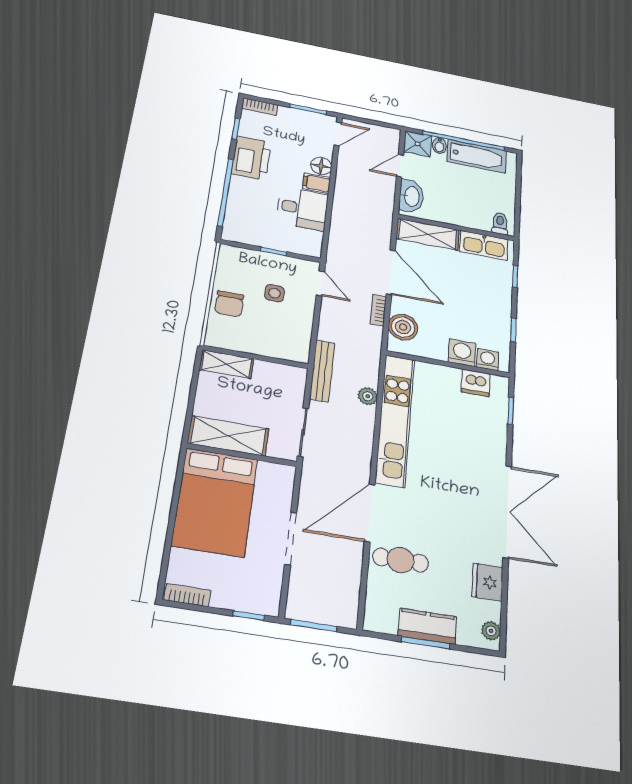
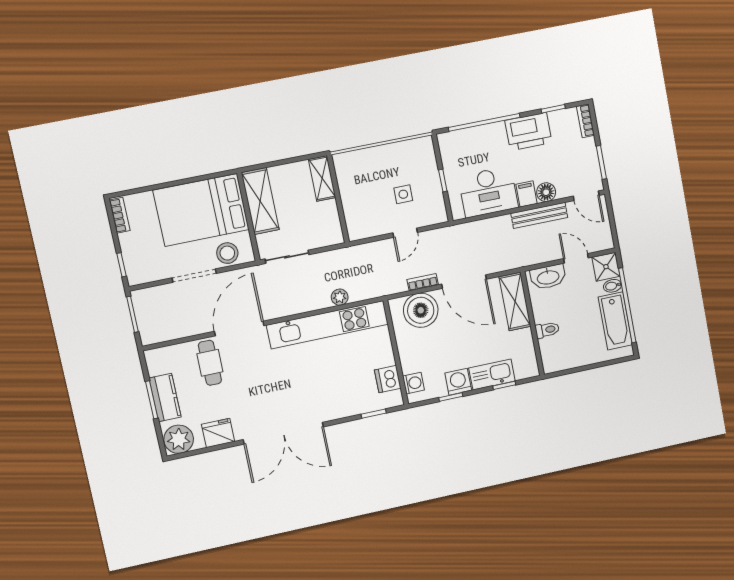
desk: (302, 209) -> (488, 192), width x1.37
toilet: (500, 223) -> (547, 330), moved
kitchen sink: (484, 245) -> (492, 374), moved, turned 90
door: (391, 272) -> (464, 282), hinge flipped
door: (320, 283) -> (405, 233), moved
chair: (229, 304) -> (378, 162), removed
boiler: (403, 327) -> (421, 310), width x1.37, depth x1.37
washing machine: (462, 353) -> (458, 382), moved, turned -90
bench: (322, 371) -> (539, 215), moved
stool: (276, 493) -> (227, 253), added
door: (370, 513) -> (239, 328), hinge flipped
plant: (491, 631) -> (179, 439), width x1.88, depth x1.88

